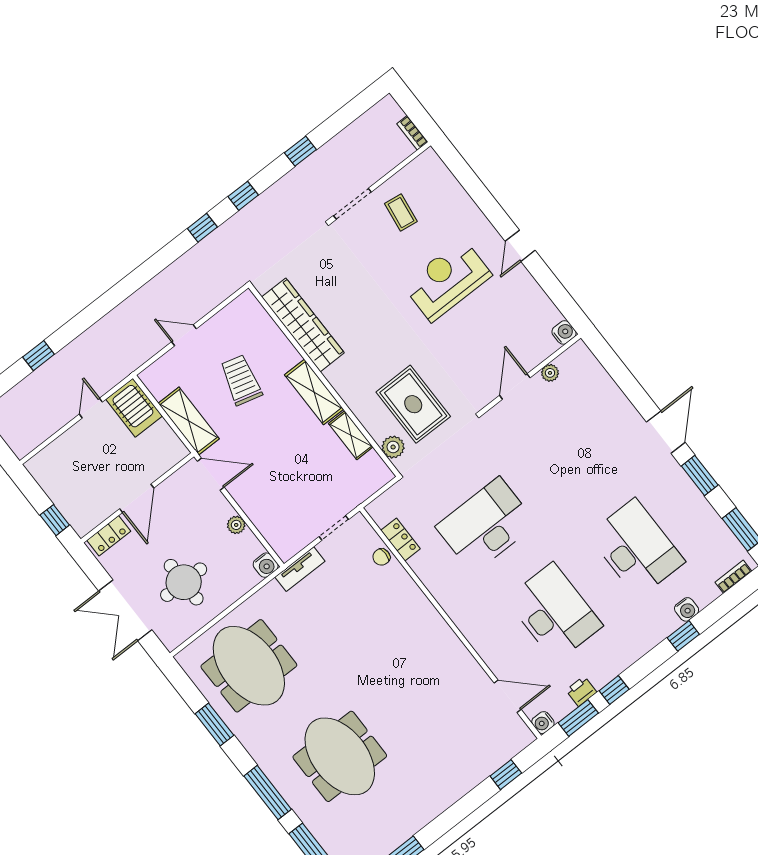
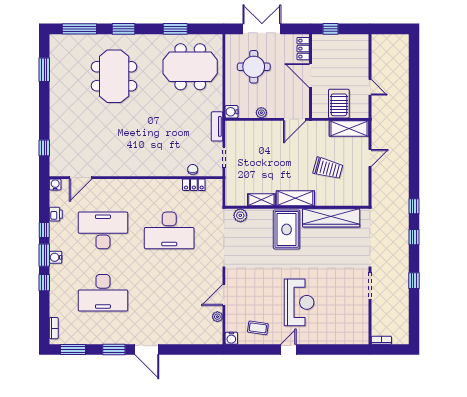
coffee table: (401, 213) -> (258, 328), moved
door: (520, 246) -> (288, 349), hinge flipped
window: (39, 356) -> (414, 82), removed
door: (515, 387) -> (224, 295), swing flipped
rug: (413, 404) -> (287, 229), moved, turned 90
server rack: (134, 408) -> (339, 104), moved, turned 90
shelving: (189, 421) -> (349, 129), moved
desk: (486, 525) -> (169, 230), turned 90
water cooler: (687, 609) -> (56, 257), moved
desk: (554, 612) -> (103, 230), turned 180
window: (578, 718) -> (44, 255), moved
meeting table: (340, 756) -> (114, 76), turned 90
window: (268, 793) -> (124, 29), width x0.69

